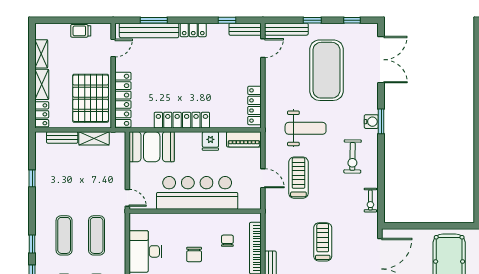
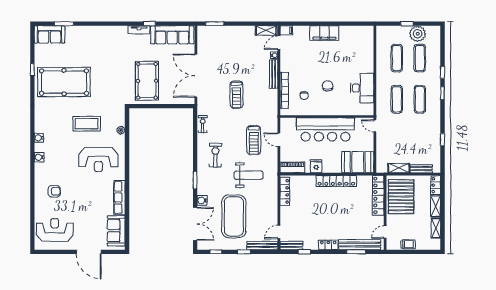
double door: (381, 60) -> (195, 224), swing flipped
water cooler: (371, 122) -> (202, 200), moved
weight bench: (306, 128) -> (249, 175), turned 180

